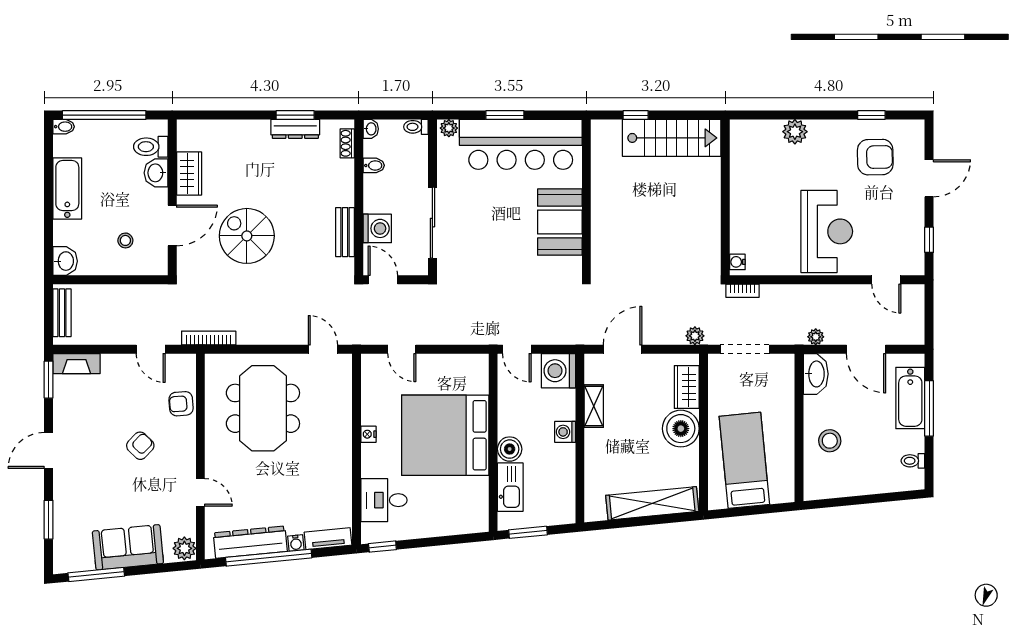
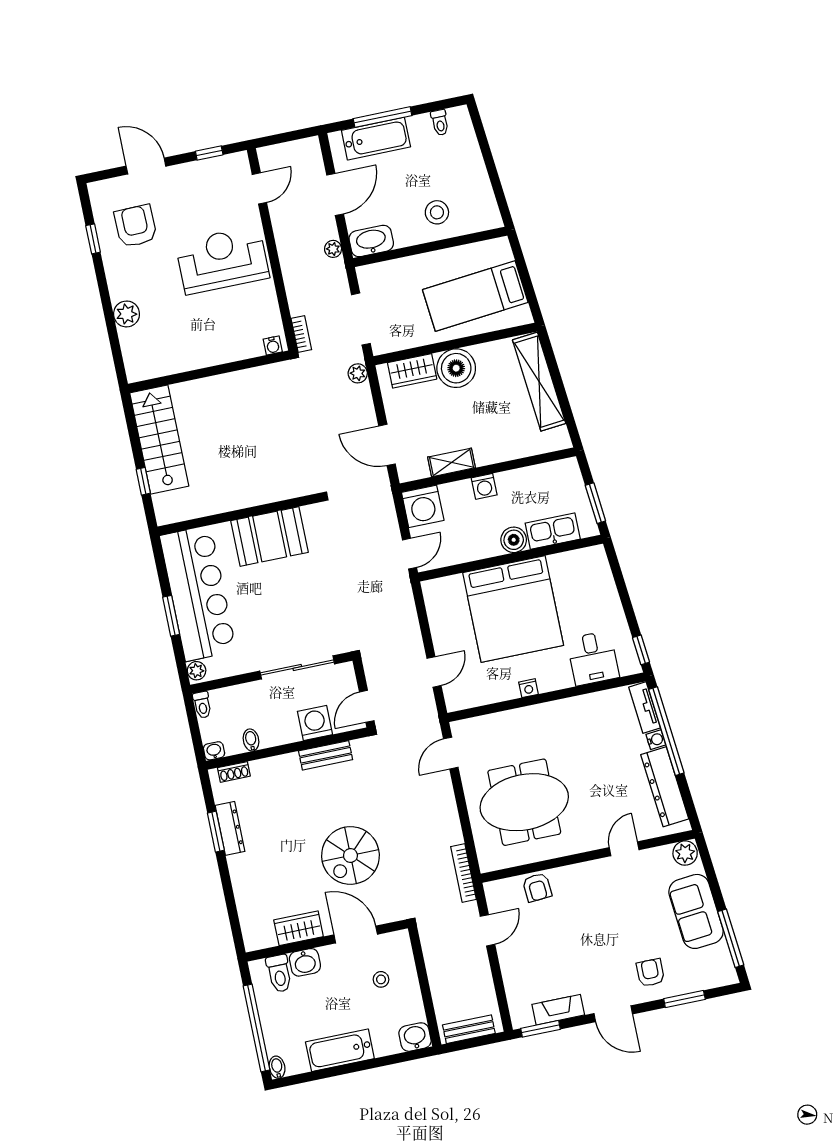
fireplace: (76, 364) -> (558, 1010), moved, turned -90
armchair: (140, 446) -> (650, 973), moved, turned 46
window: (269, 558) -> (666, 731), moved

